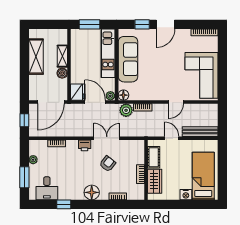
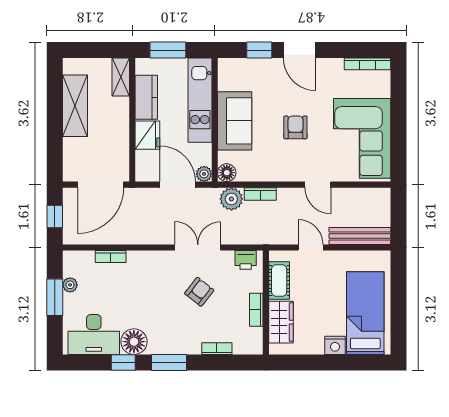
door: (165, 24) -> (300, 50), hinge flipped
kitchen counter: (77, 52) -> (146, 97), added
shelving: (62, 56) -> (121, 77), moved
sofa: (128, 59) -> (235, 121), width x0.73
armchair: (163, 69) -> (295, 127), added
boiler: (62, 73) -> (120, 135), removed
fridge: (78, 92) -> (147, 135), moved
door: (176, 102) -> (318, 185), hinge flipped
printer: (85, 145) -> (246, 260), moved
window: (24, 177) -> (55, 297), moved
desk: (47, 188) -> (94, 334), width x1.37
floor lamp: (92, 192) -> (134, 342), moved
window: (90, 204) -> (169, 362), added

